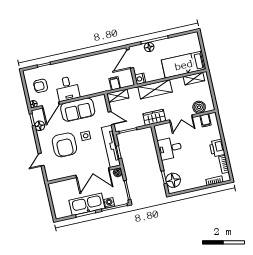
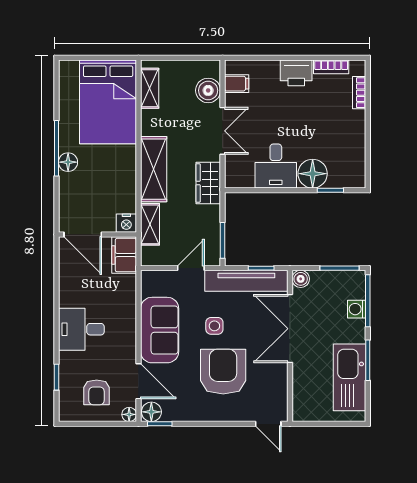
door: (130, 59) -> (83, 234), moved
bed: (184, 65) -> (108, 102), width x1.50
wall: (132, 66) -> (97, 234), moved
nightstand: (140, 79) -> (126, 223), moved
filing cabinet: (115, 83) -> (124, 255), width x2.00
desk: (67, 89) -> (81, 329), moved, turned 180
shelving: (118, 96) -> (150, 224), moved
floor lamp: (40, 126) -> (151, 412), moved
armchair: (64, 145) -> (223, 372), turned -90
door: (41, 160) -> (268, 424), moved
double door: (93, 173) -> (290, 329), swing flipped
floor lamp: (173, 180) -> (313, 174), moved
kitchen sink: (87, 204) -> (349, 377), moved

